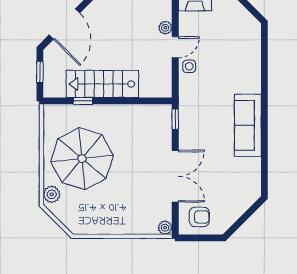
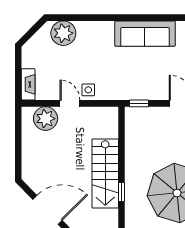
plant: (165, 28) -> (46, 119), width x1.88, depth x1.88
plant: (248, 40) -> (63, 33), added

